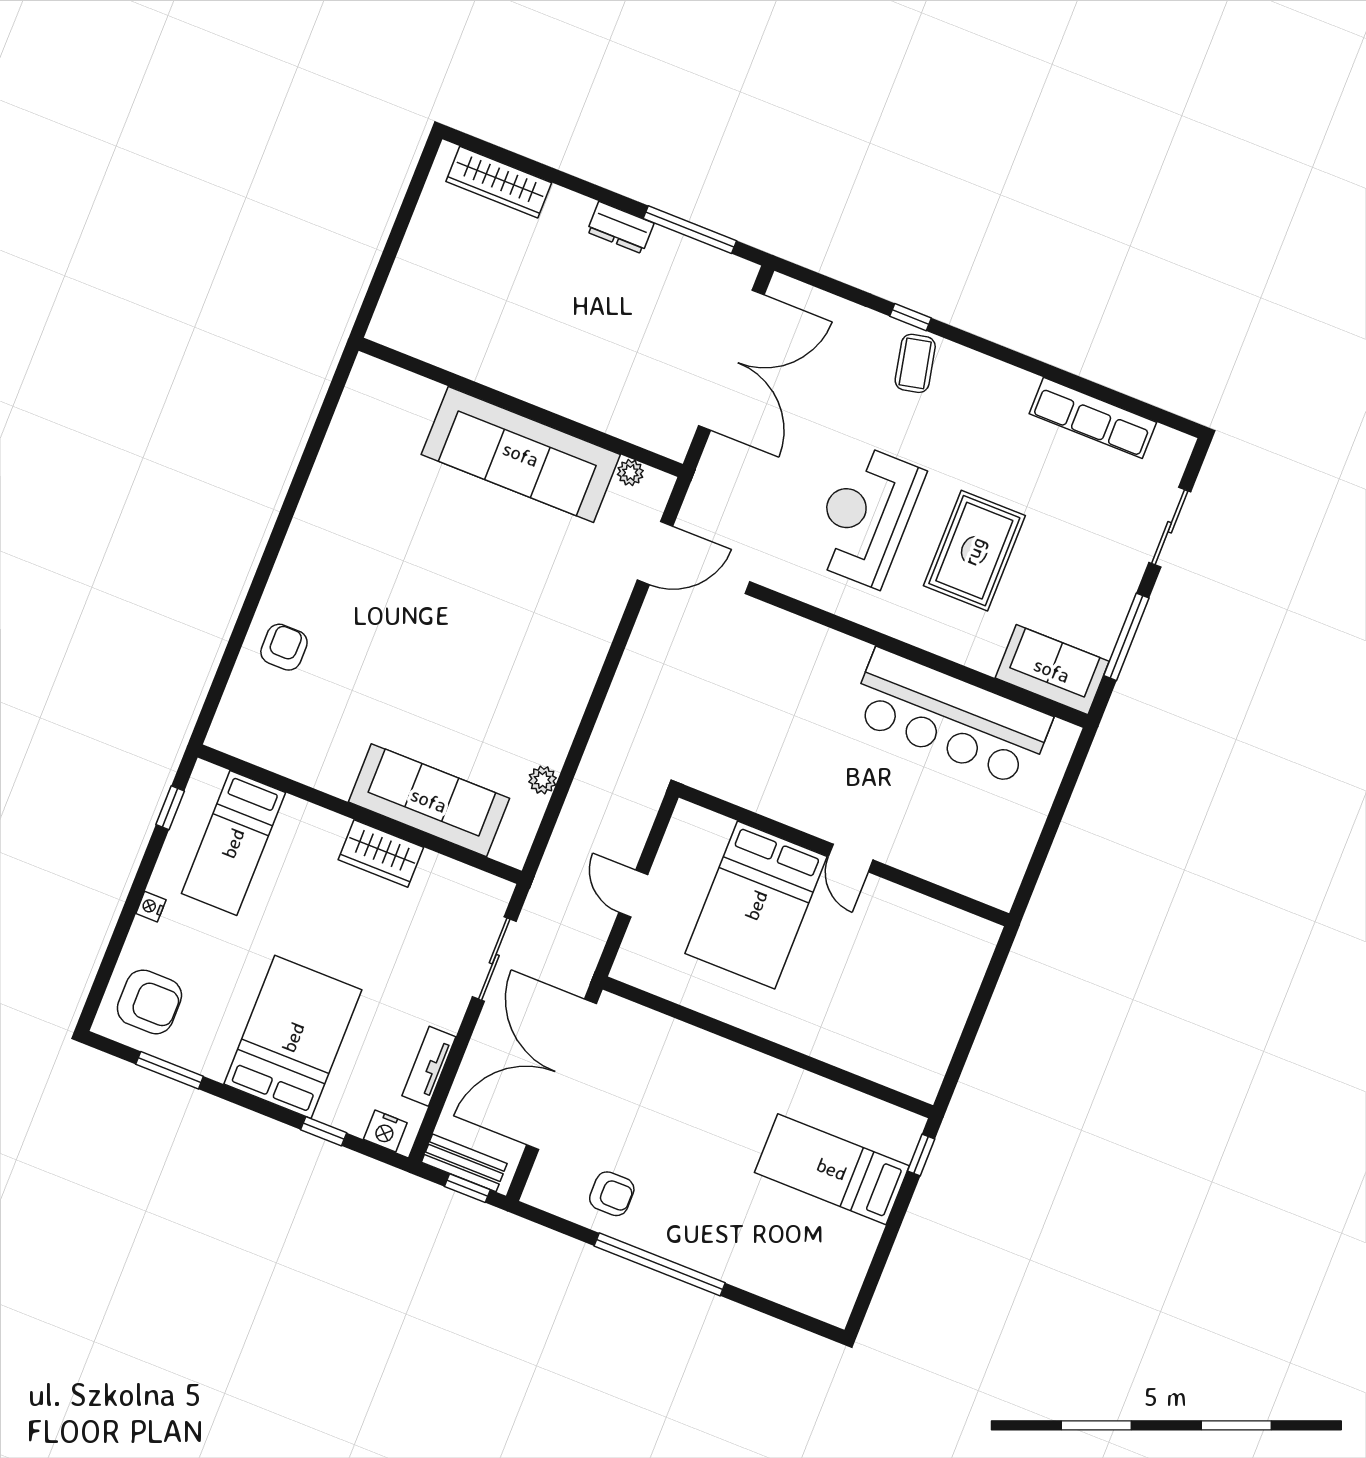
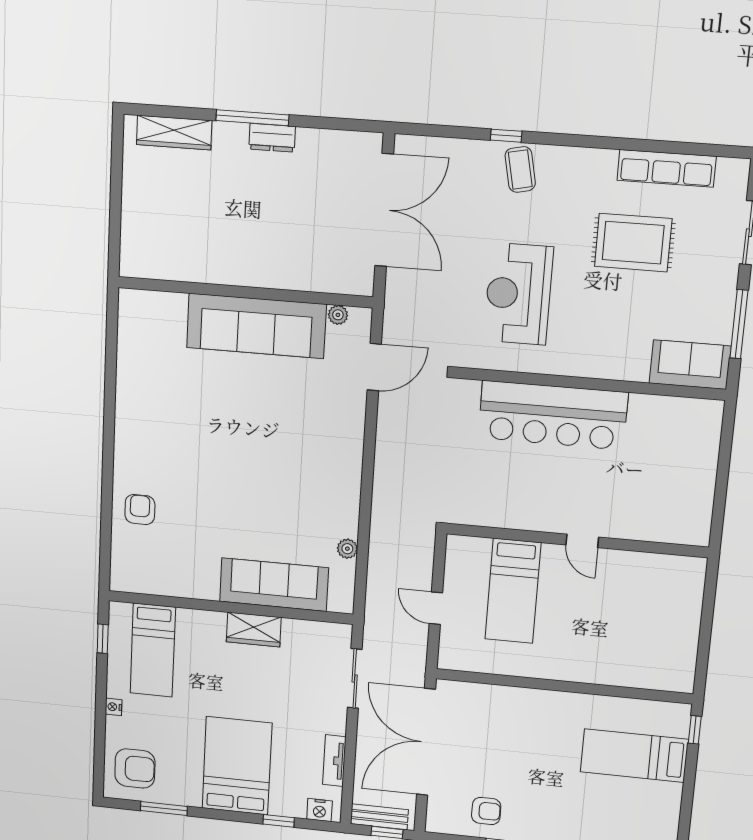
window: (690, 230) -> (252, 118), moved
rug: (974, 551) -> (633, 243), moved, turned 90
bar counter: (951, 718) -> (553, 415), moved
bed: (756, 905) -> (513, 591), width x0.67

